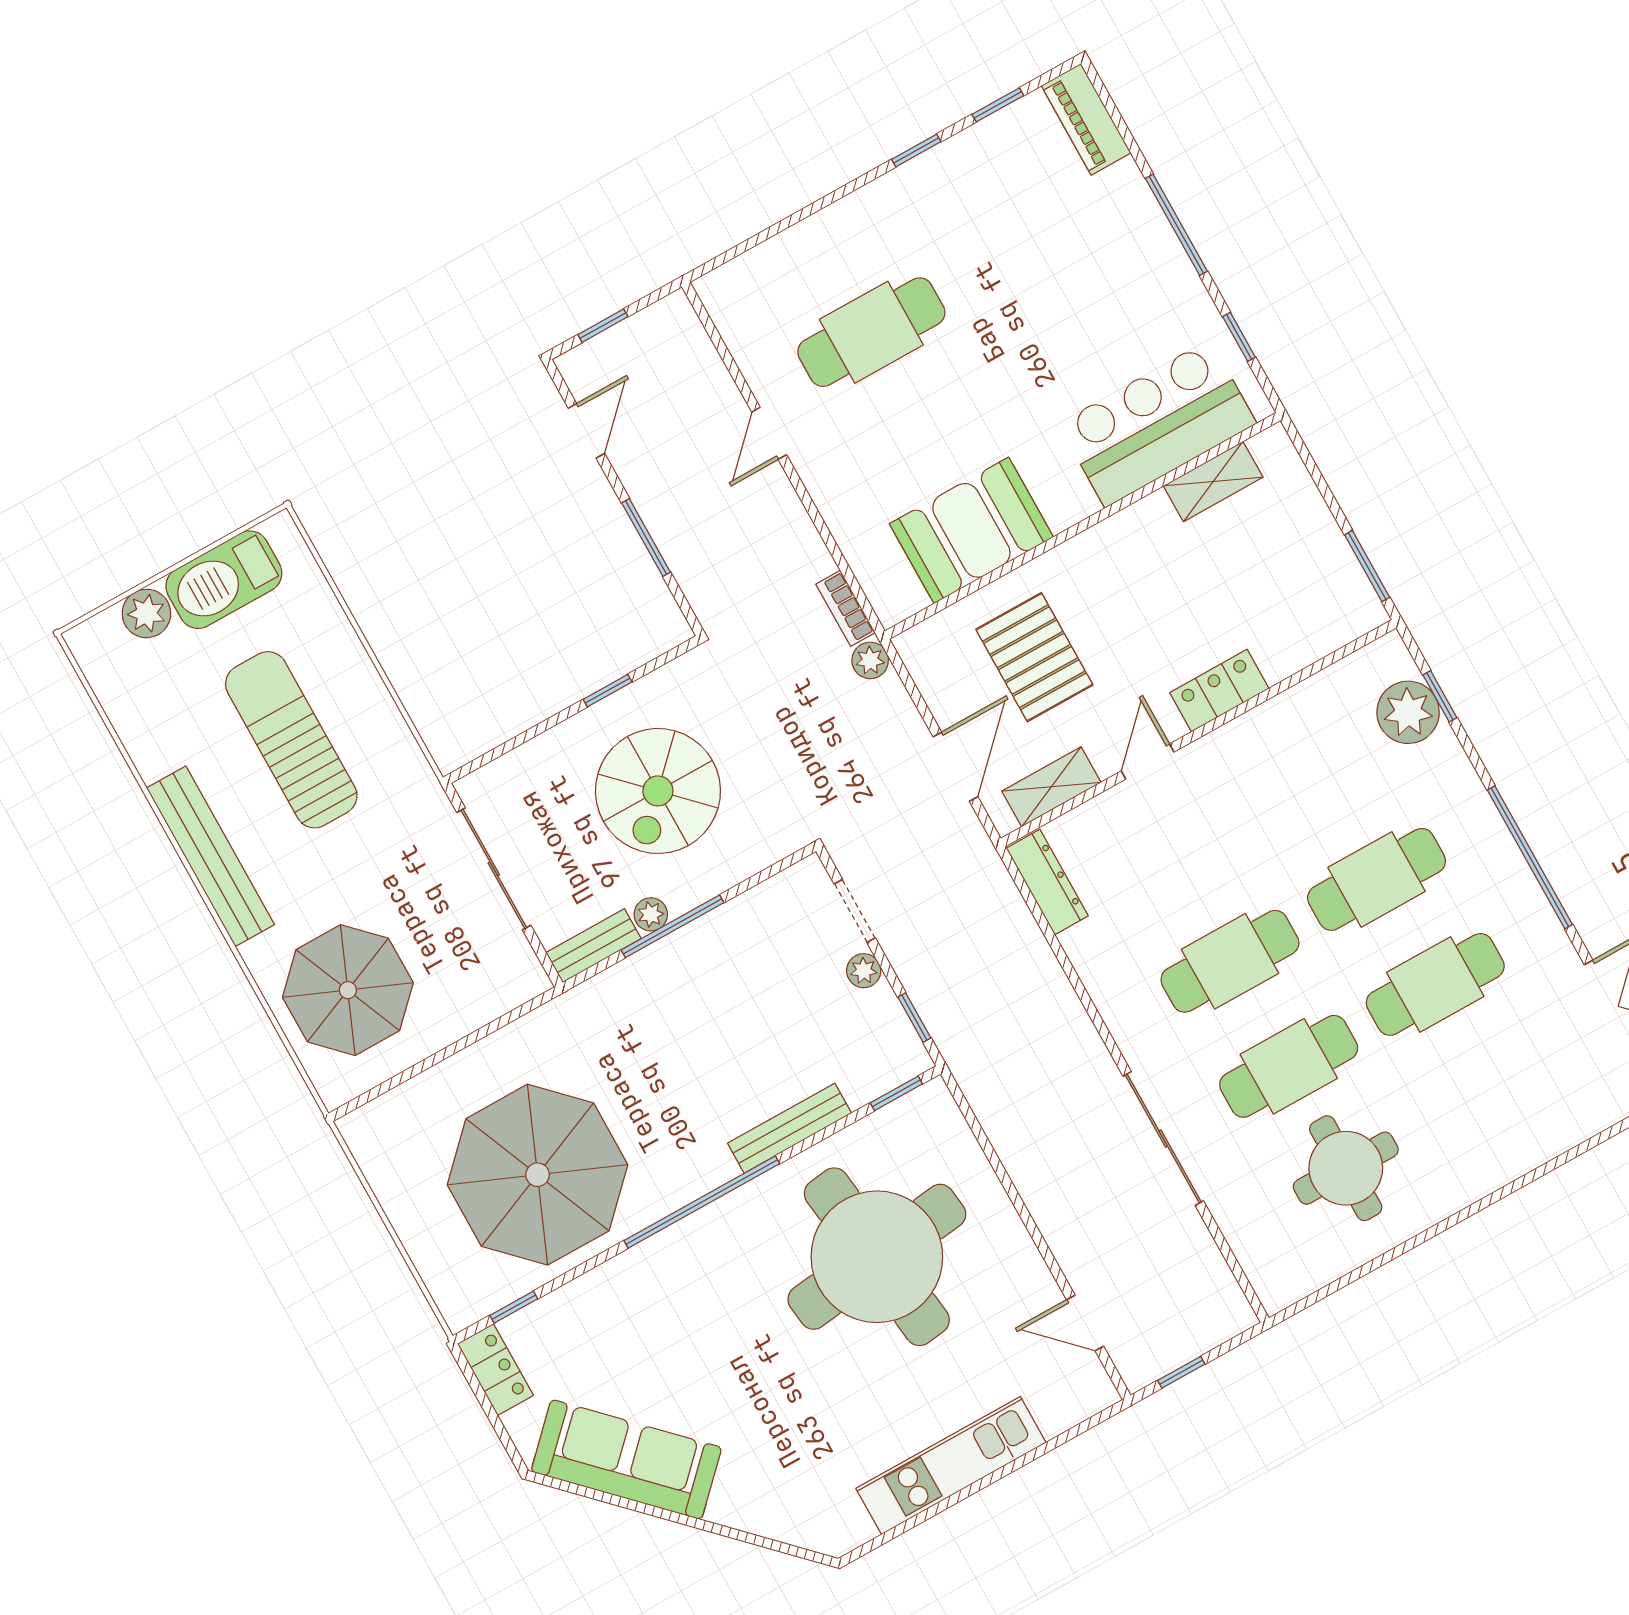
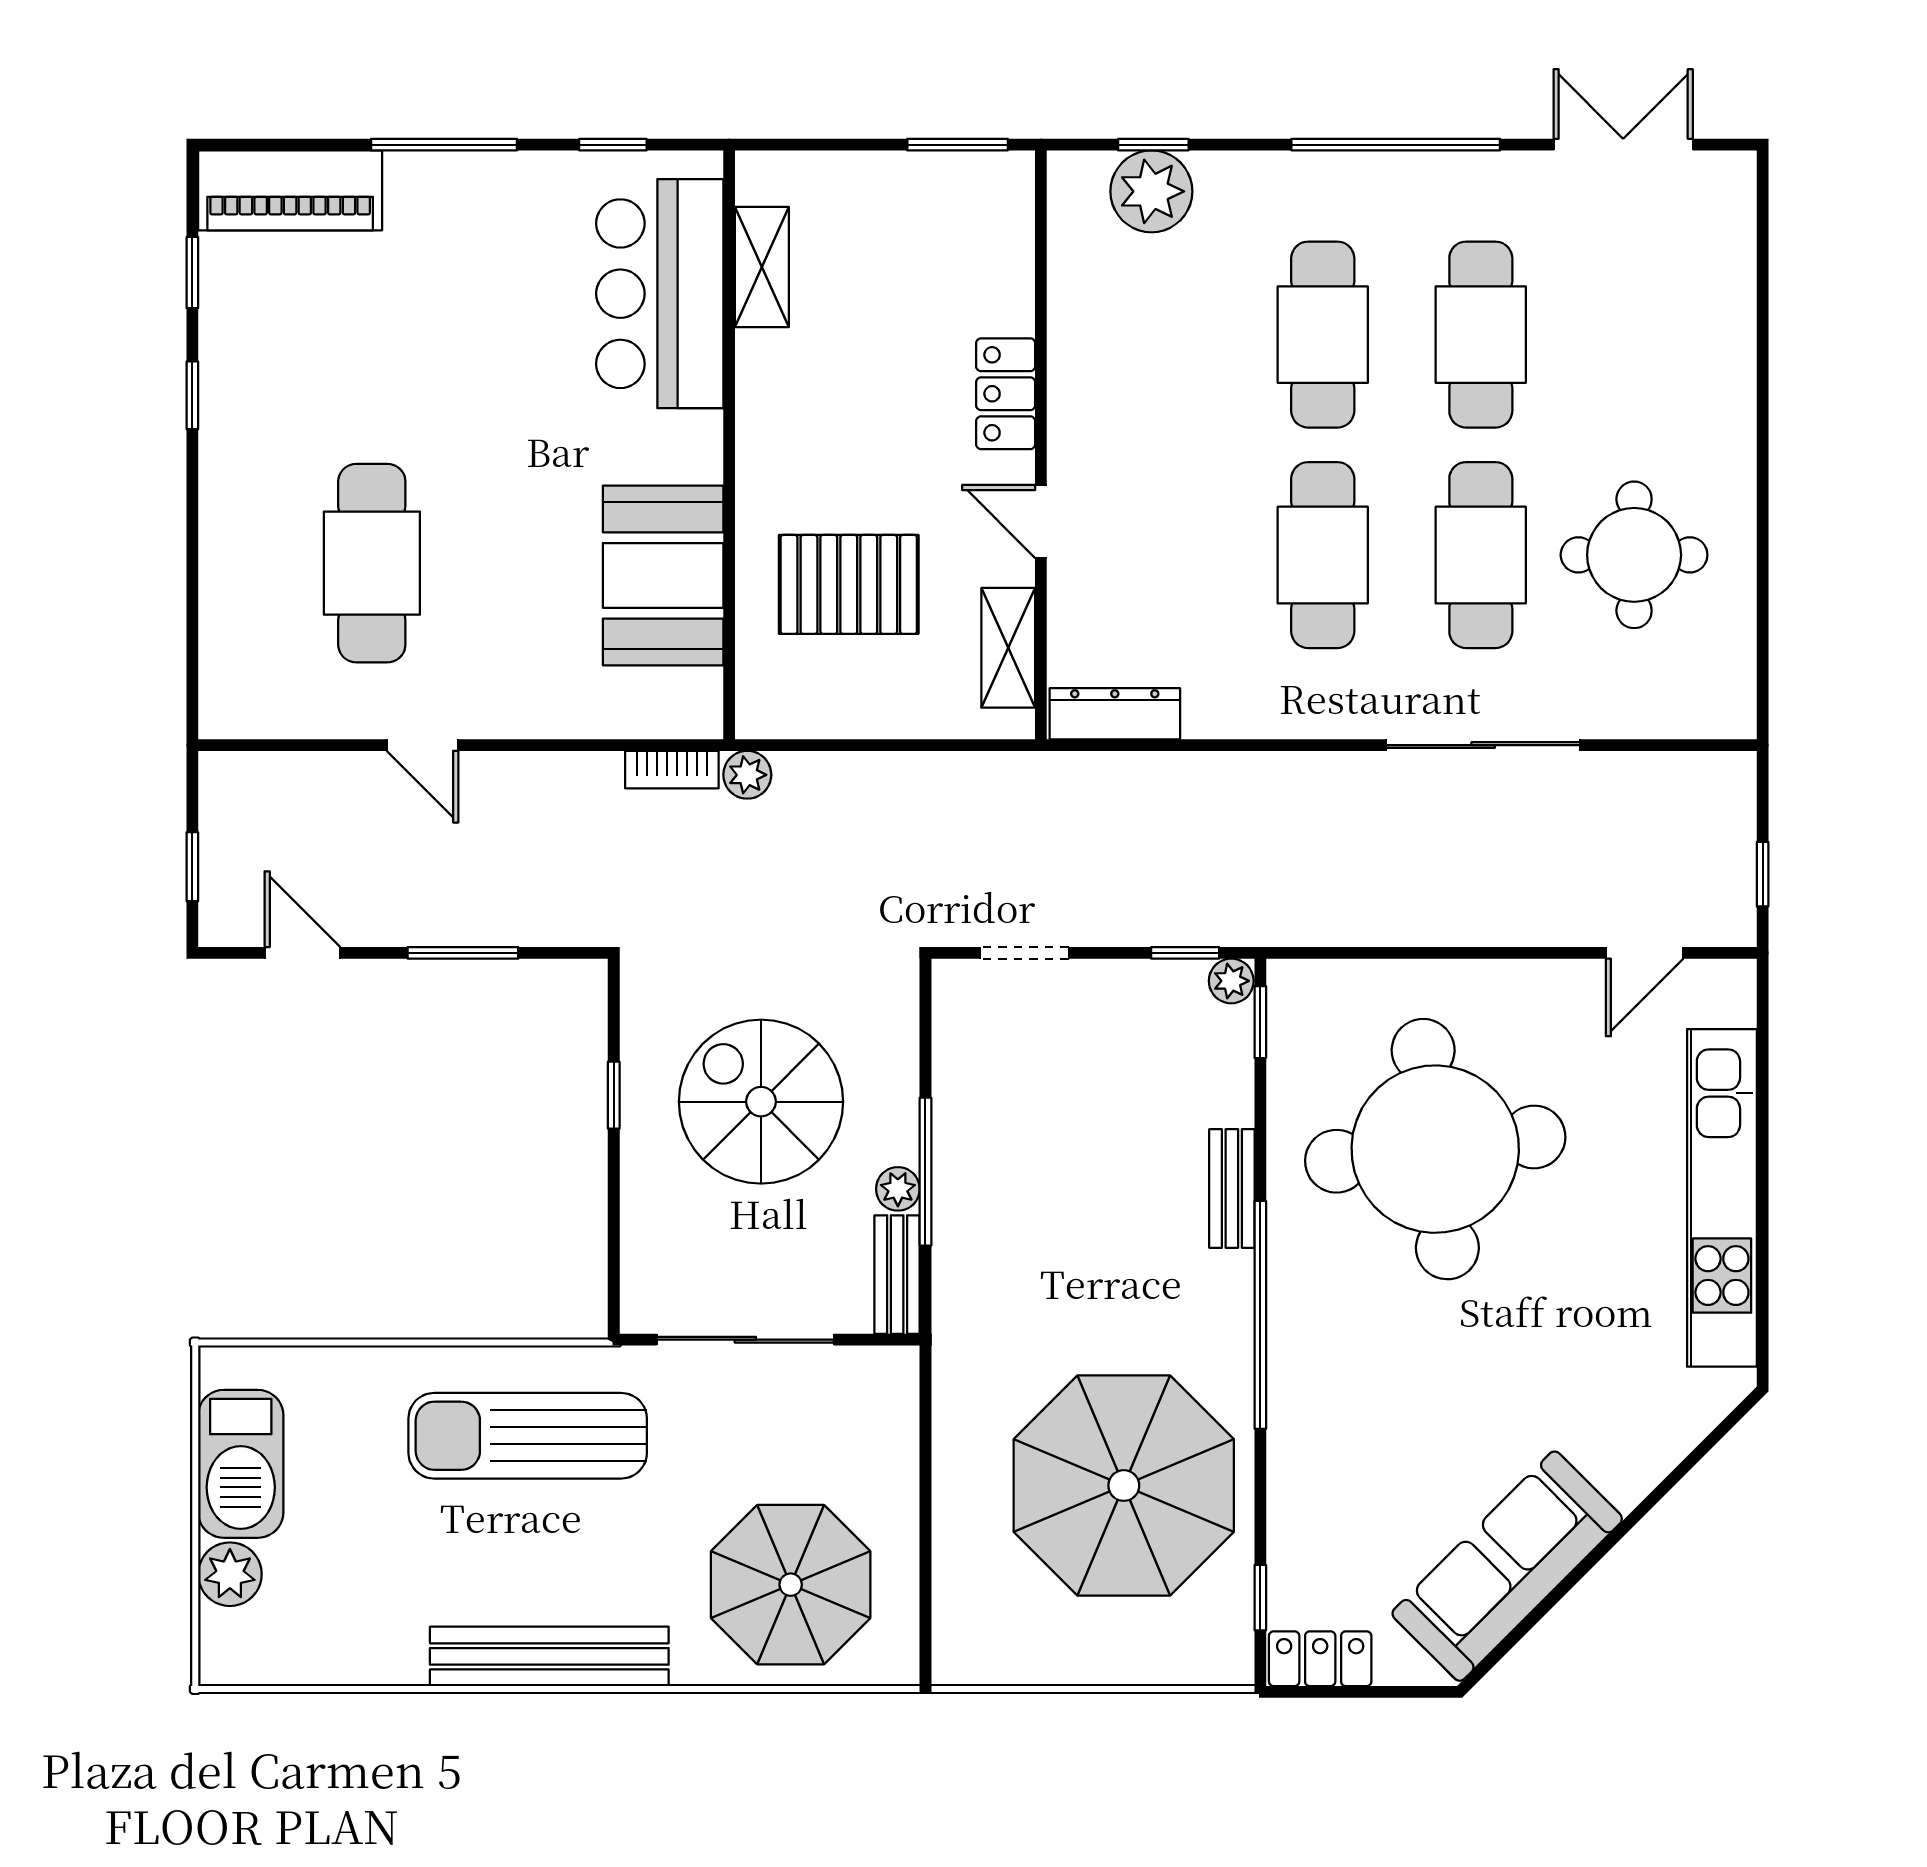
piano: (1086, 119) -> (290, 190), width x1.37, depth x1.33
sun lounger: (291, 740) -> (528, 1436), moved
door: (955, 767) -> (924, 745), removed
spiral stairs: (658, 791) -> (761, 1102), turned 180
plant: (864, 971) -> (1231, 981), moved
bench: (789, 1128) -> (1232, 1189), width x0.73
kitchen unit: (951, 1465) -> (1722, 1198), width x1.36

